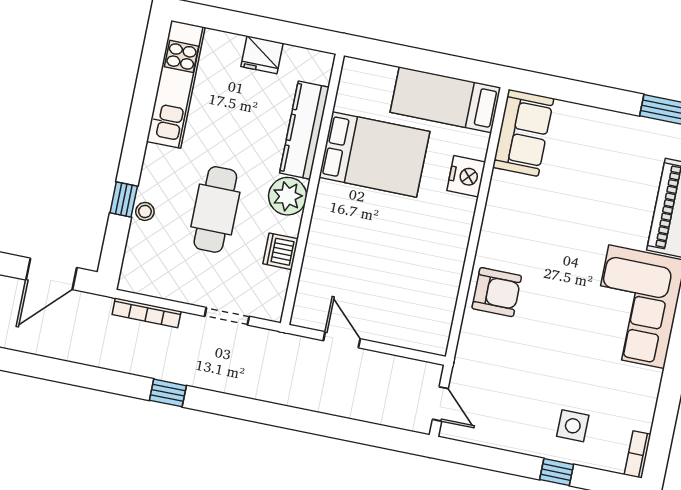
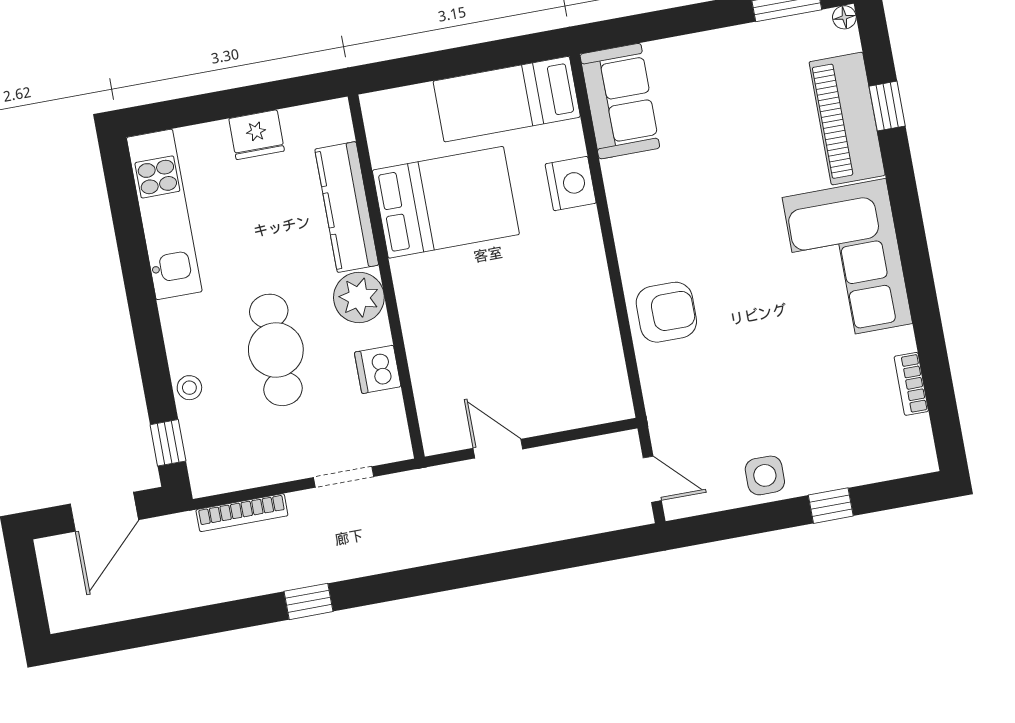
window: (124, 199) -> (168, 443), moved
side table: (573, 426) -> (765, 475), moved
bookcase: (637, 454) -> (911, 384), moved

